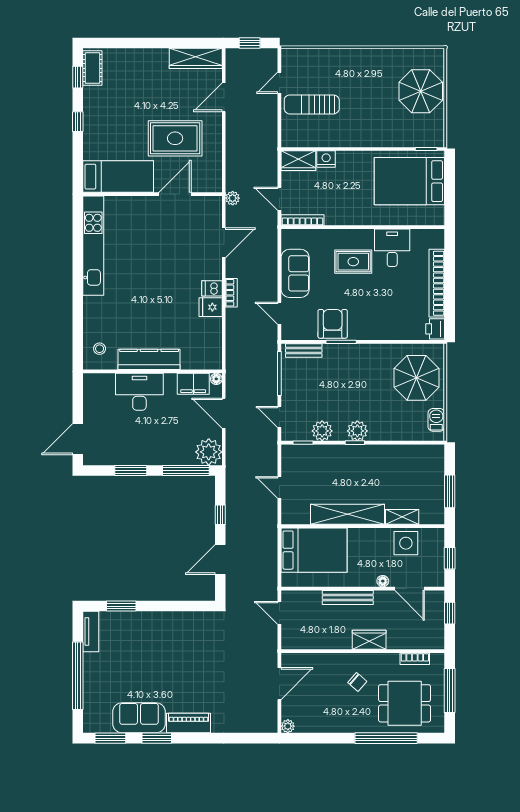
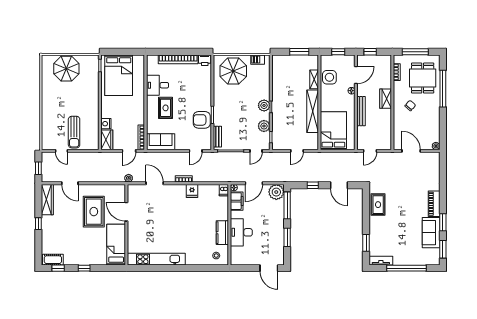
window: (154, 43) -> (38, 224), added
sofa: (295, 273) -> (161, 142), moved
dishwasher: (212, 288) -> (224, 190), moved
kitchen counter: (149, 359) -> (222, 233), width x0.67
rug: (187, 627) -> (378, 205), added

